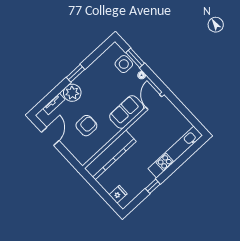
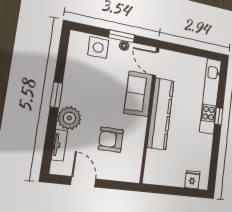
window: (135, 58) -> (122, 36), moved
armchair: (86, 126) -> (111, 140), turned -90
kitchen counter: (110, 155) -> (161, 114), moved
window: (153, 186) -> (219, 116), moved

